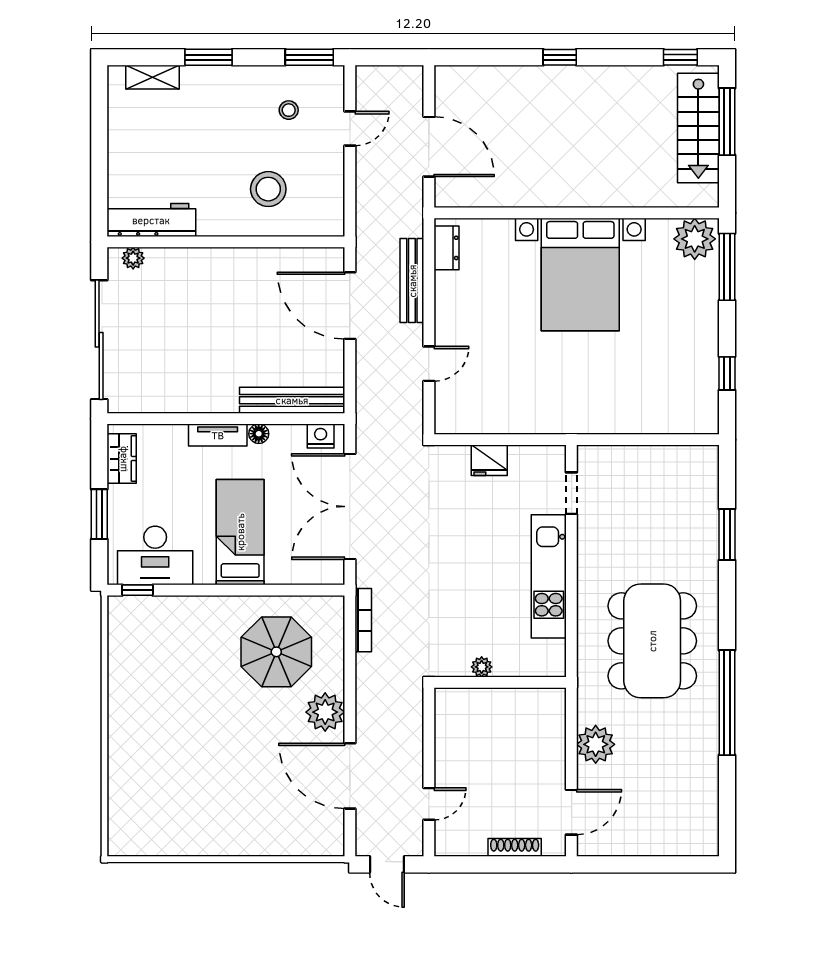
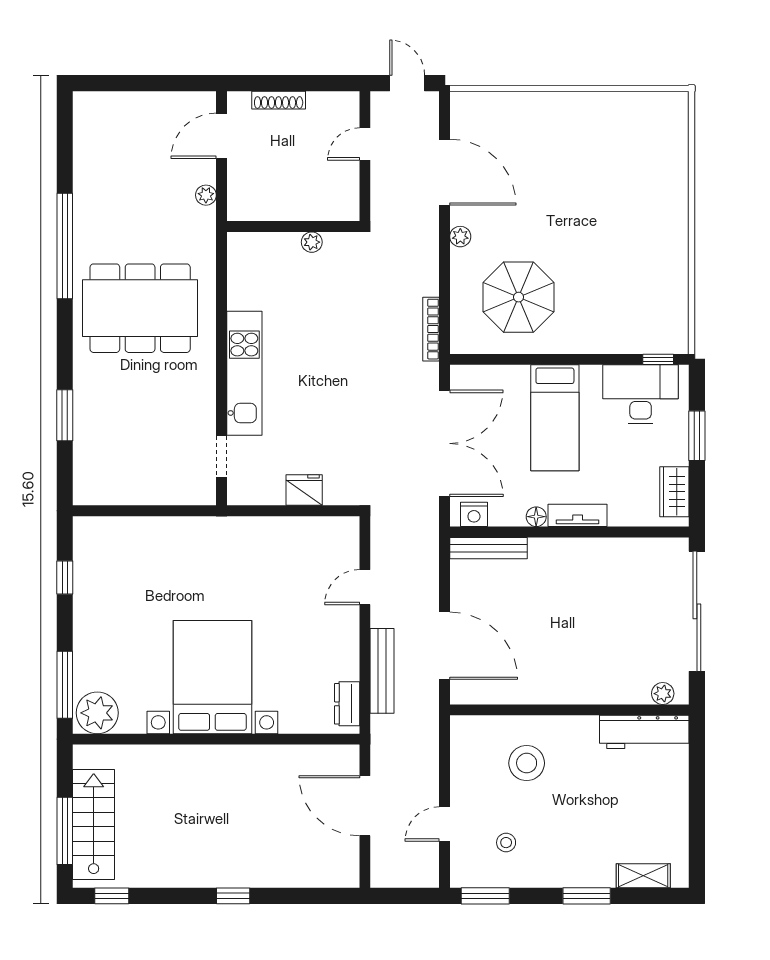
bench: (292, 400) -> (489, 548), width x0.73, depth x0.82
dining table: (652, 641) -> (140, 308), turned 90
plant: (482, 667) -> (312, 242), moved
wall: (500, 682) -> (293, 227), moved
plant: (325, 712) -> (460, 237), width x0.53, depth x0.53
plant: (596, 744) -> (206, 195), width x0.53, depth x0.53

